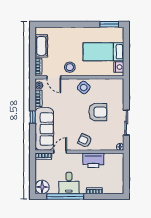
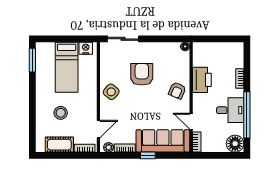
stool: (70, 67) -> (61, 113), moved
sliding door: (126, 122) -> (123, 39), moved

